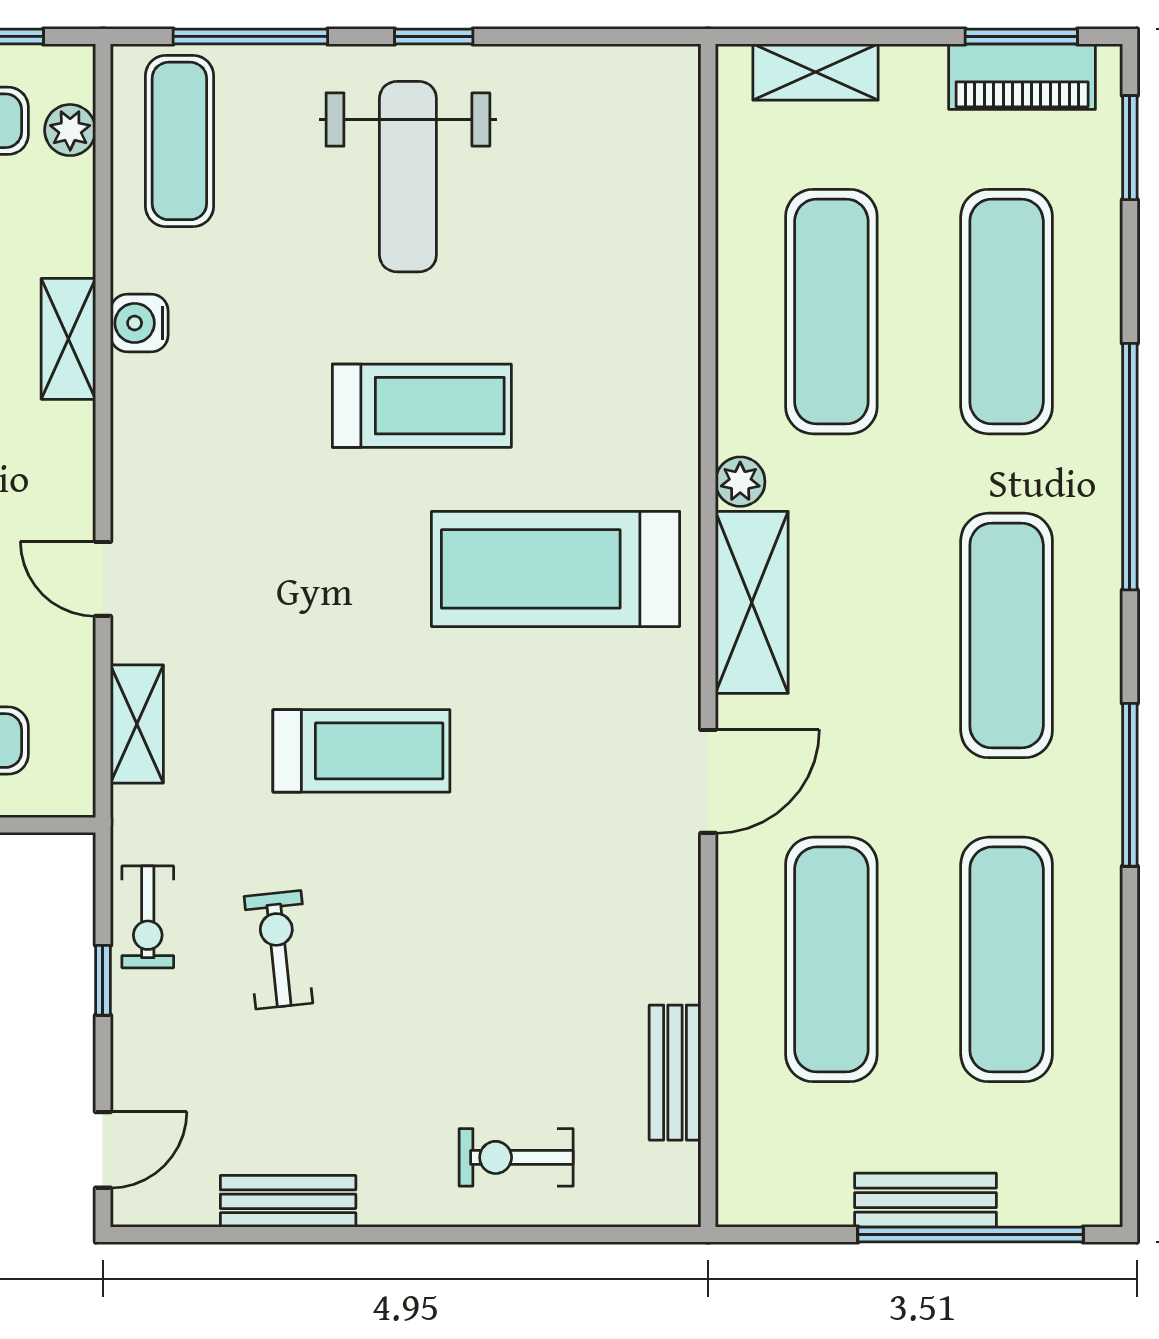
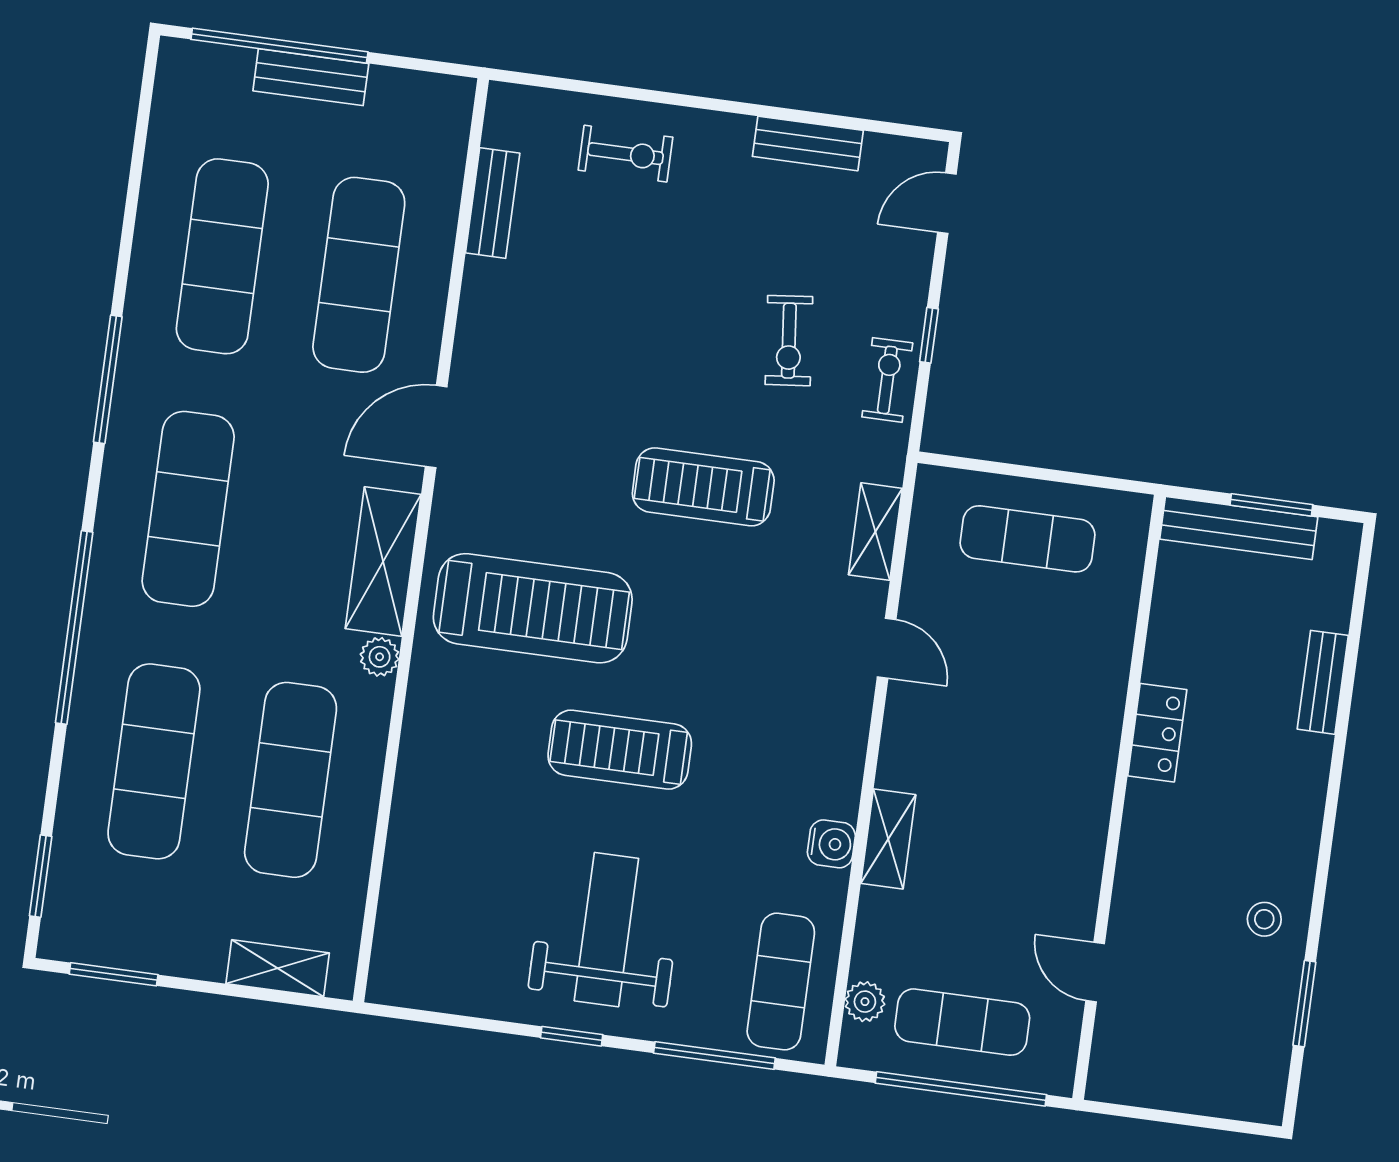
piano: (1022, 77) -> (117, 943), removed

